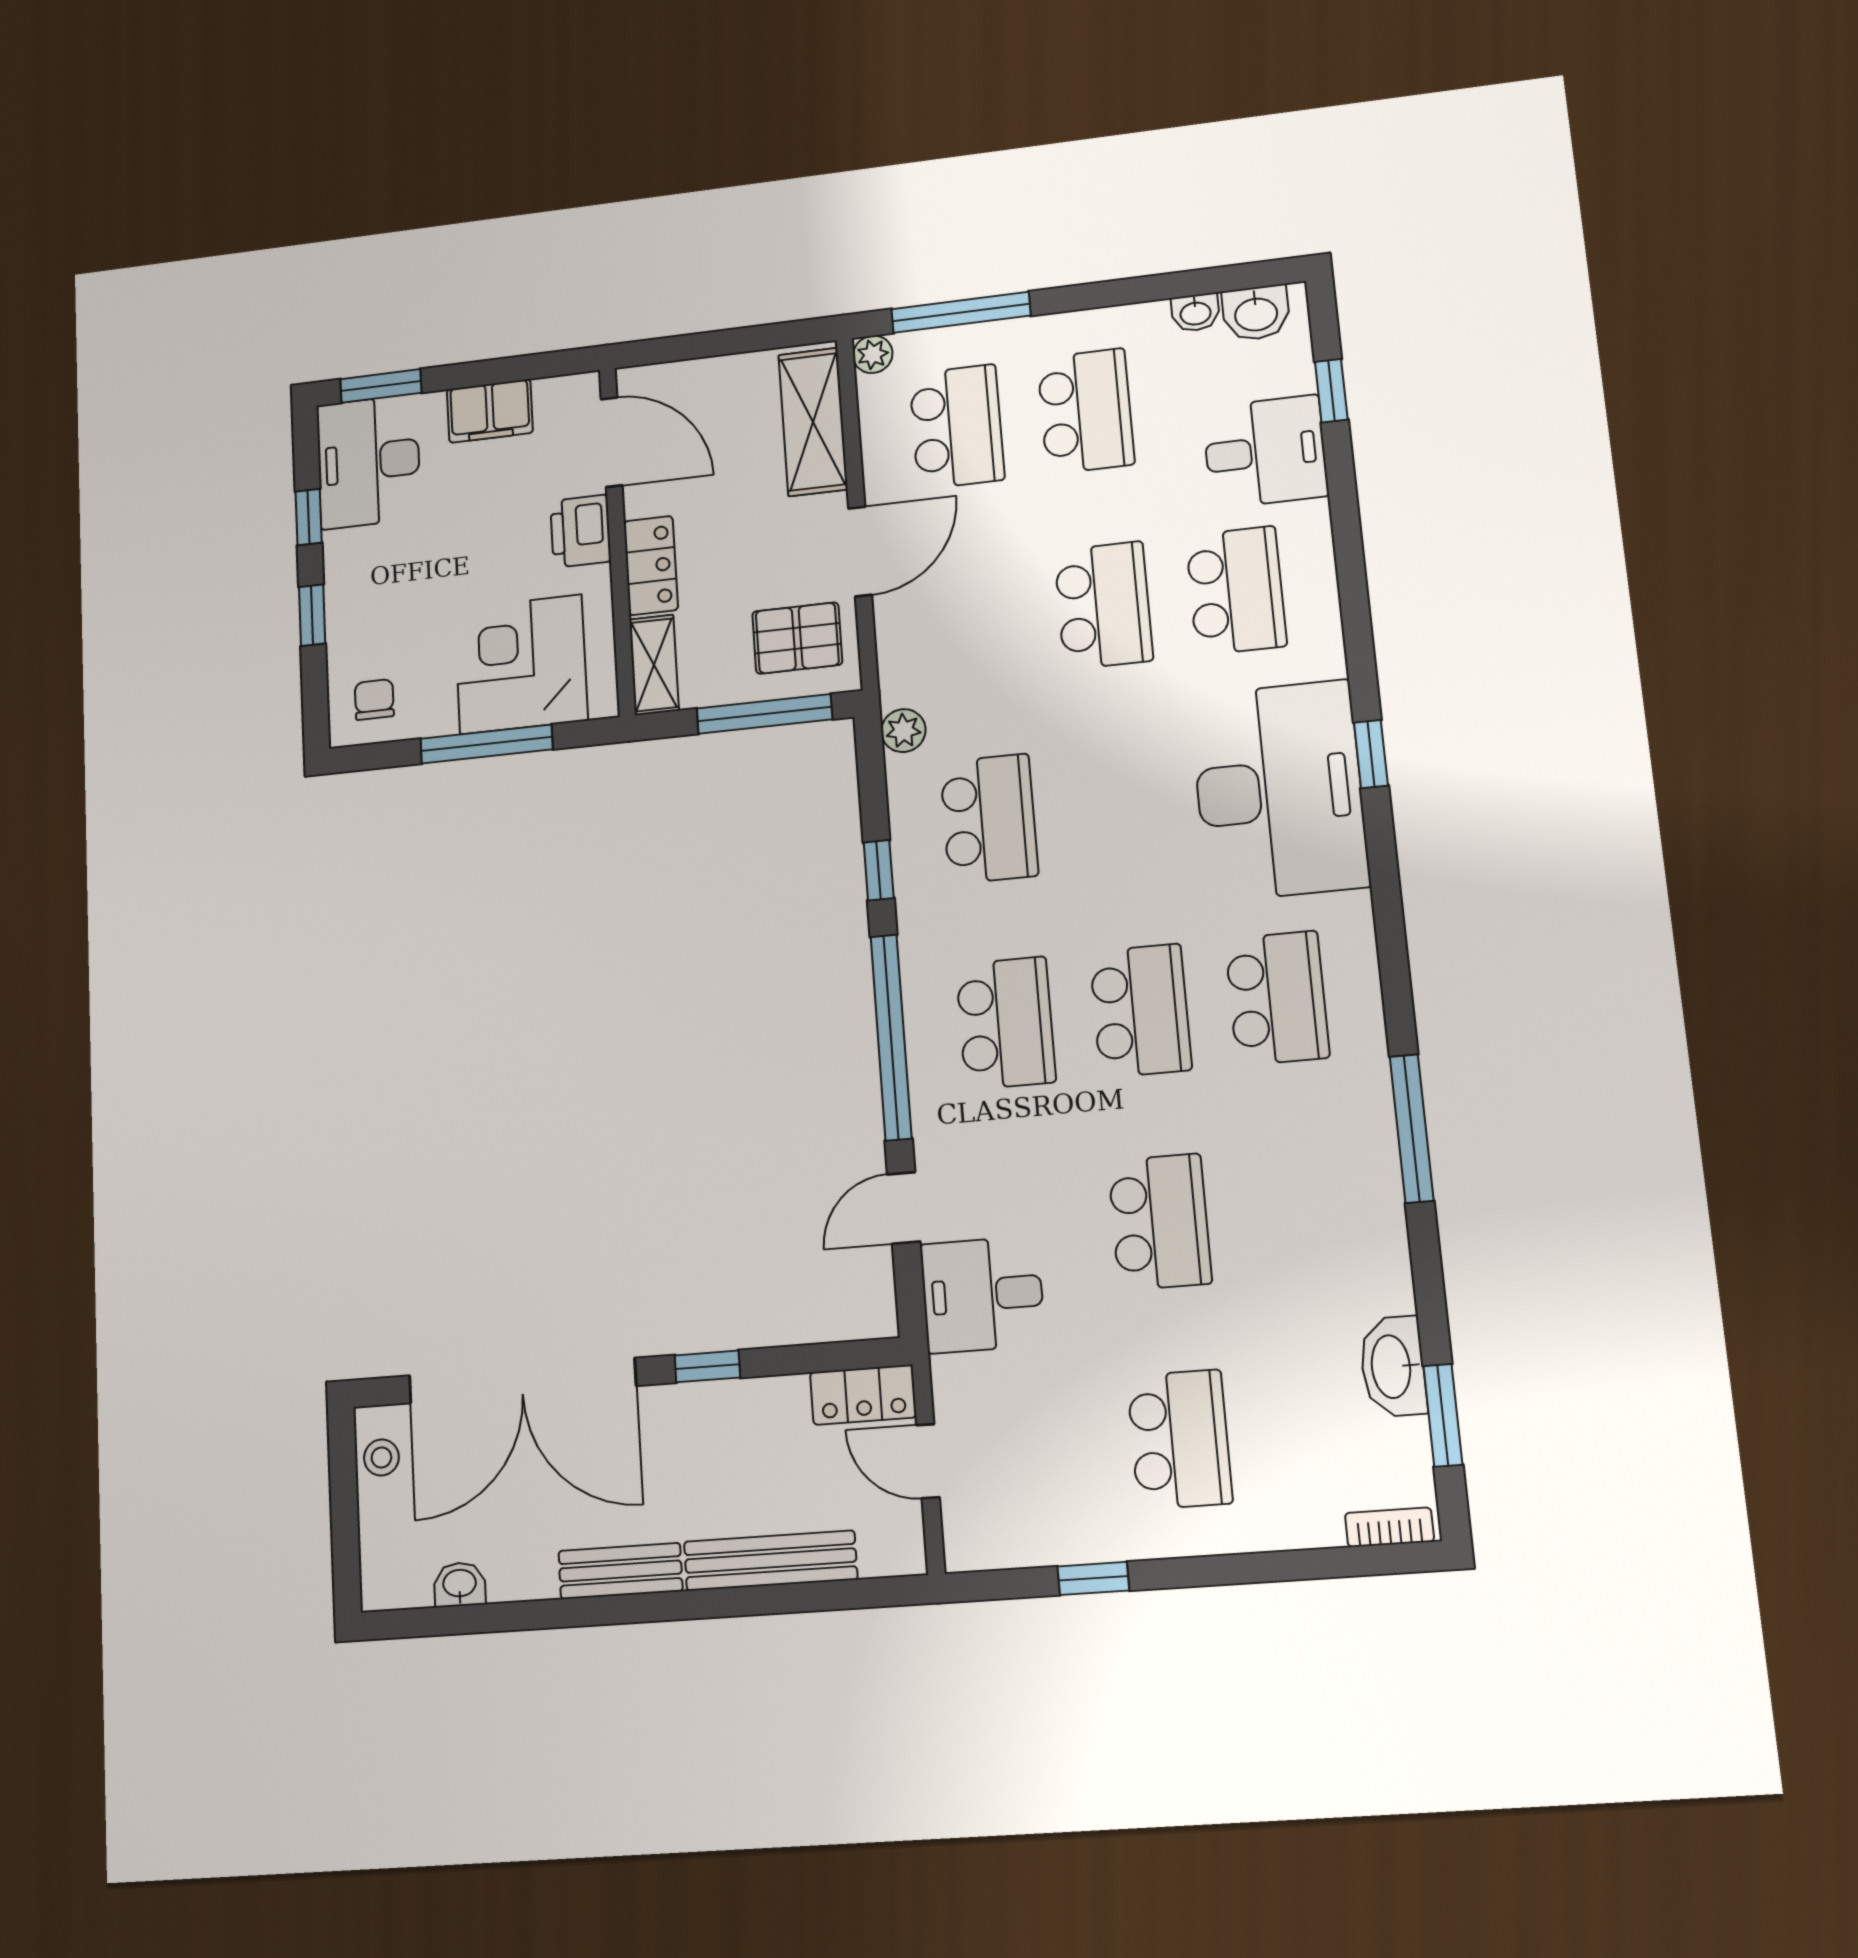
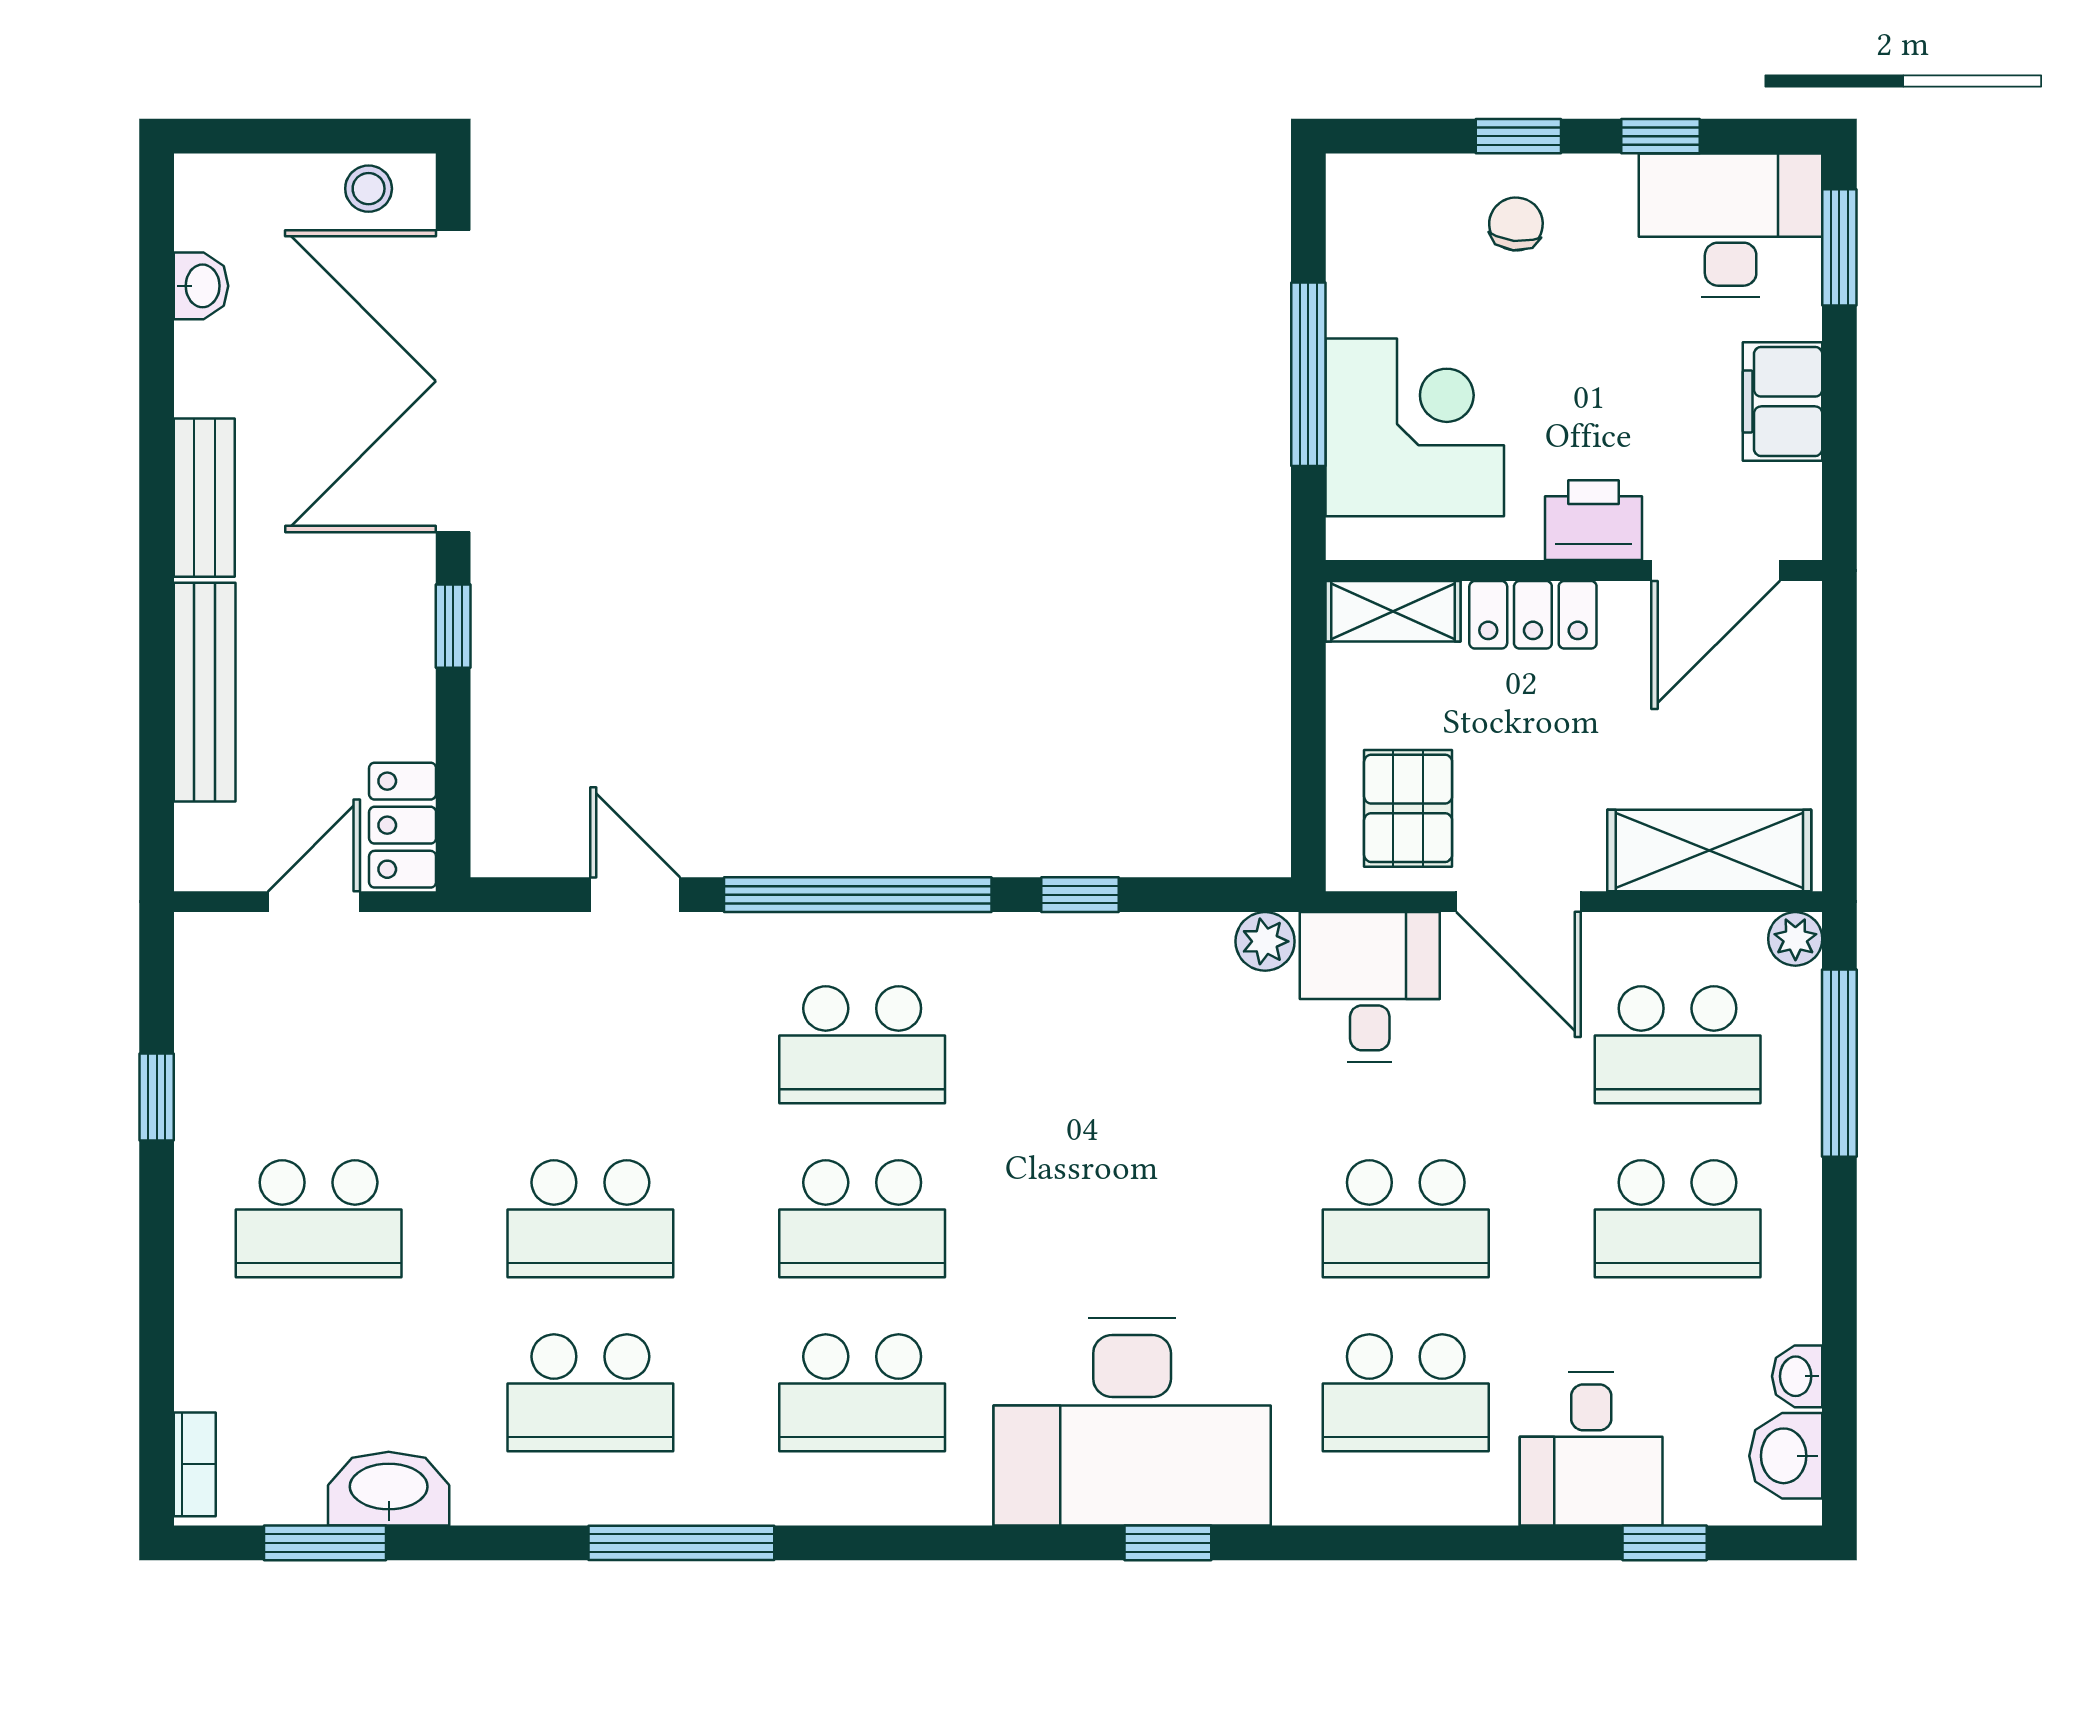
chair: (374, 699) -> (1516, 224), moved, turned -84
window: (764, 714) -> (1308, 757), removed
school desk: (989, 819) -> (590, 1393), moved
desk: (983, 1295) -> (1370, 987), moved

